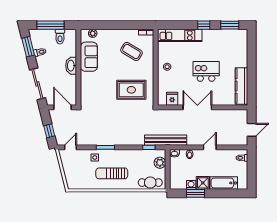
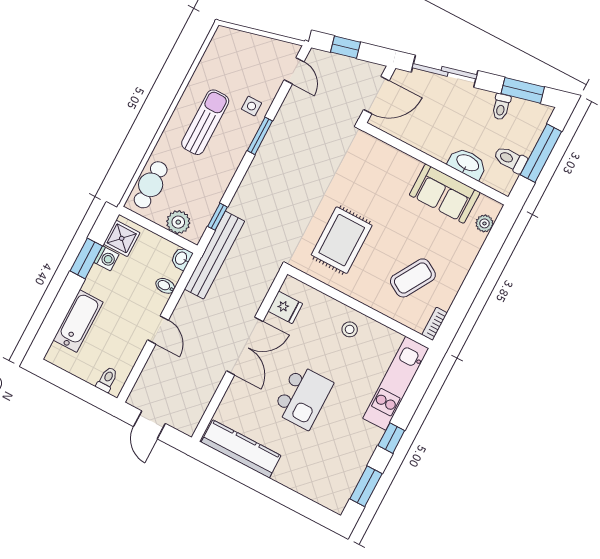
washbasin: (71, 66) -> (467, 163), moved
shower: (203, 183) -> (122, 238), moved

